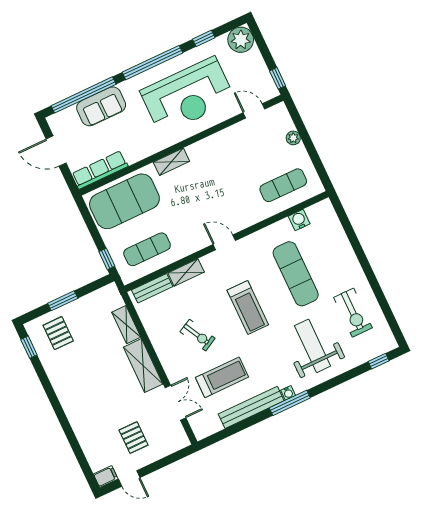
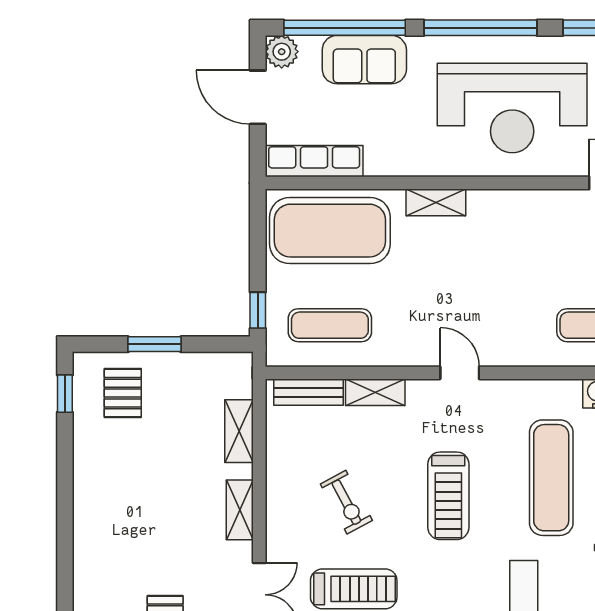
plant: (57, 122) -> (282, 52), added
shelving: (143, 366) -> (240, 510), width x0.67, depth x0.75

